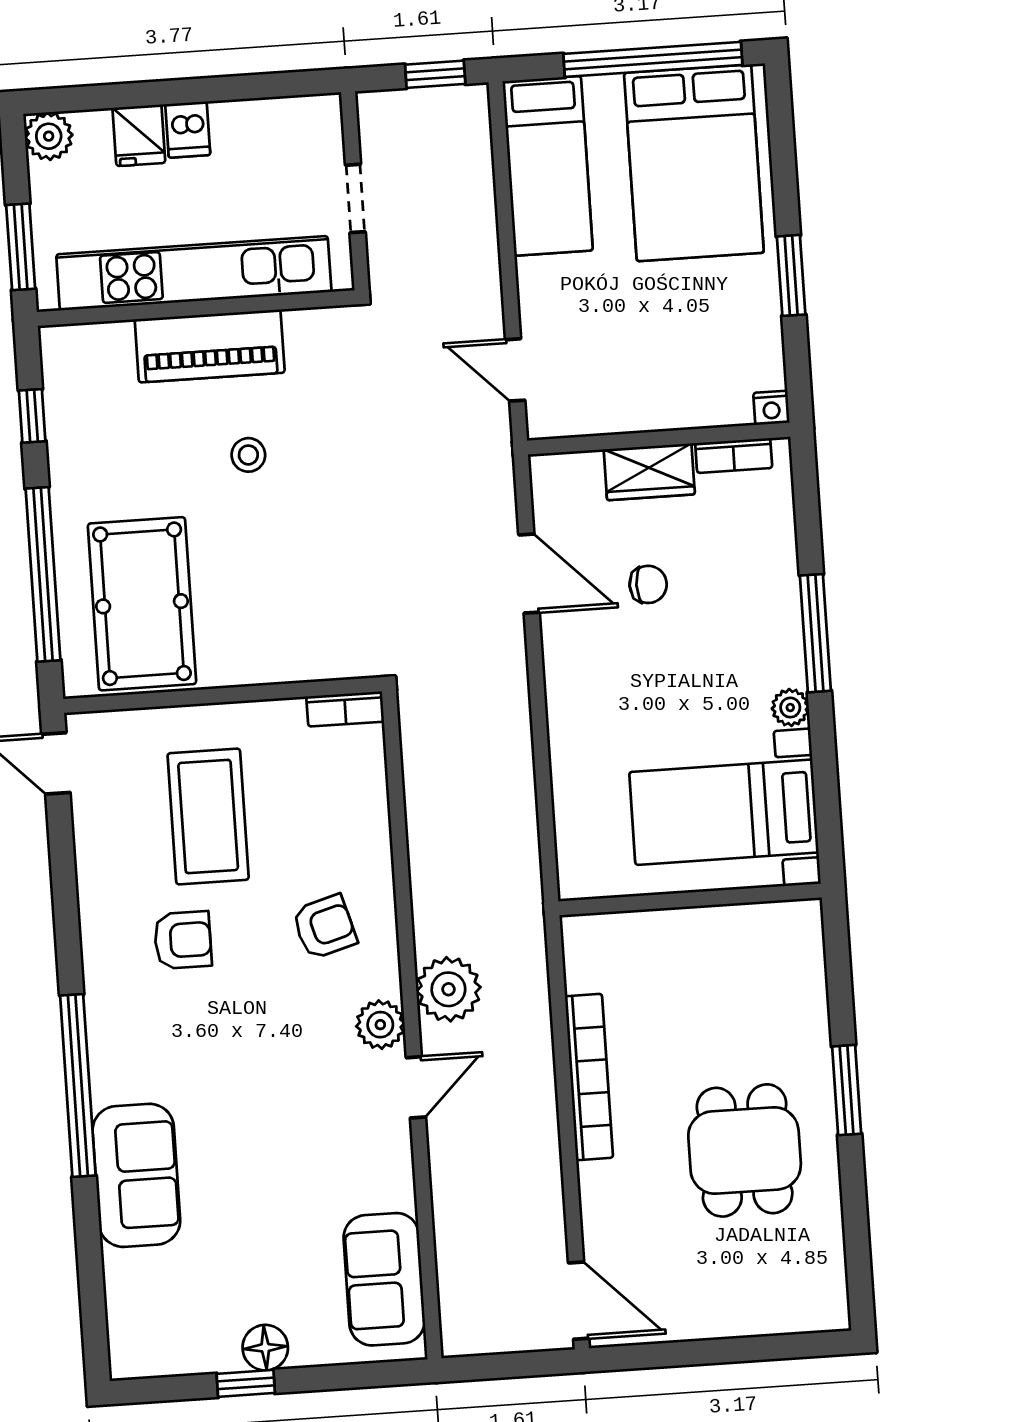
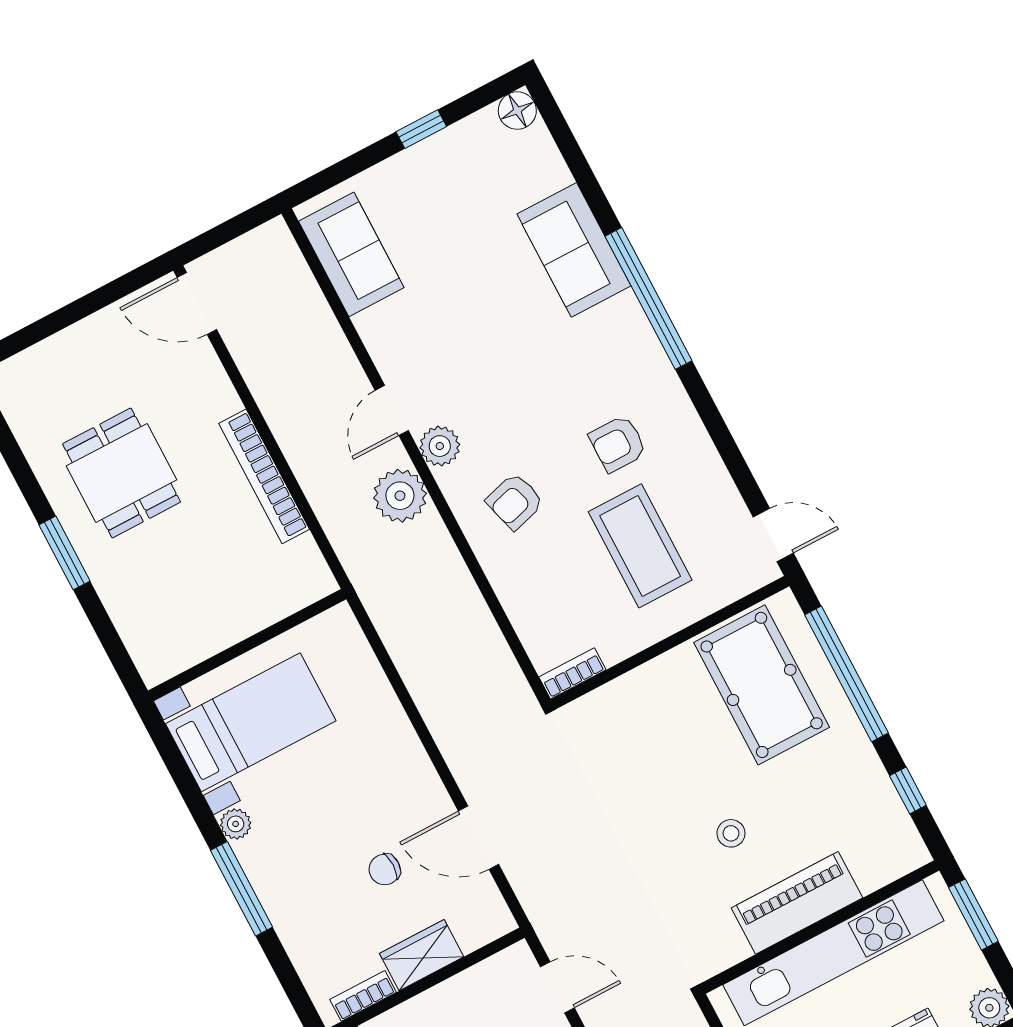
floor lamp: (265, 1348) -> (517, 111), moved

